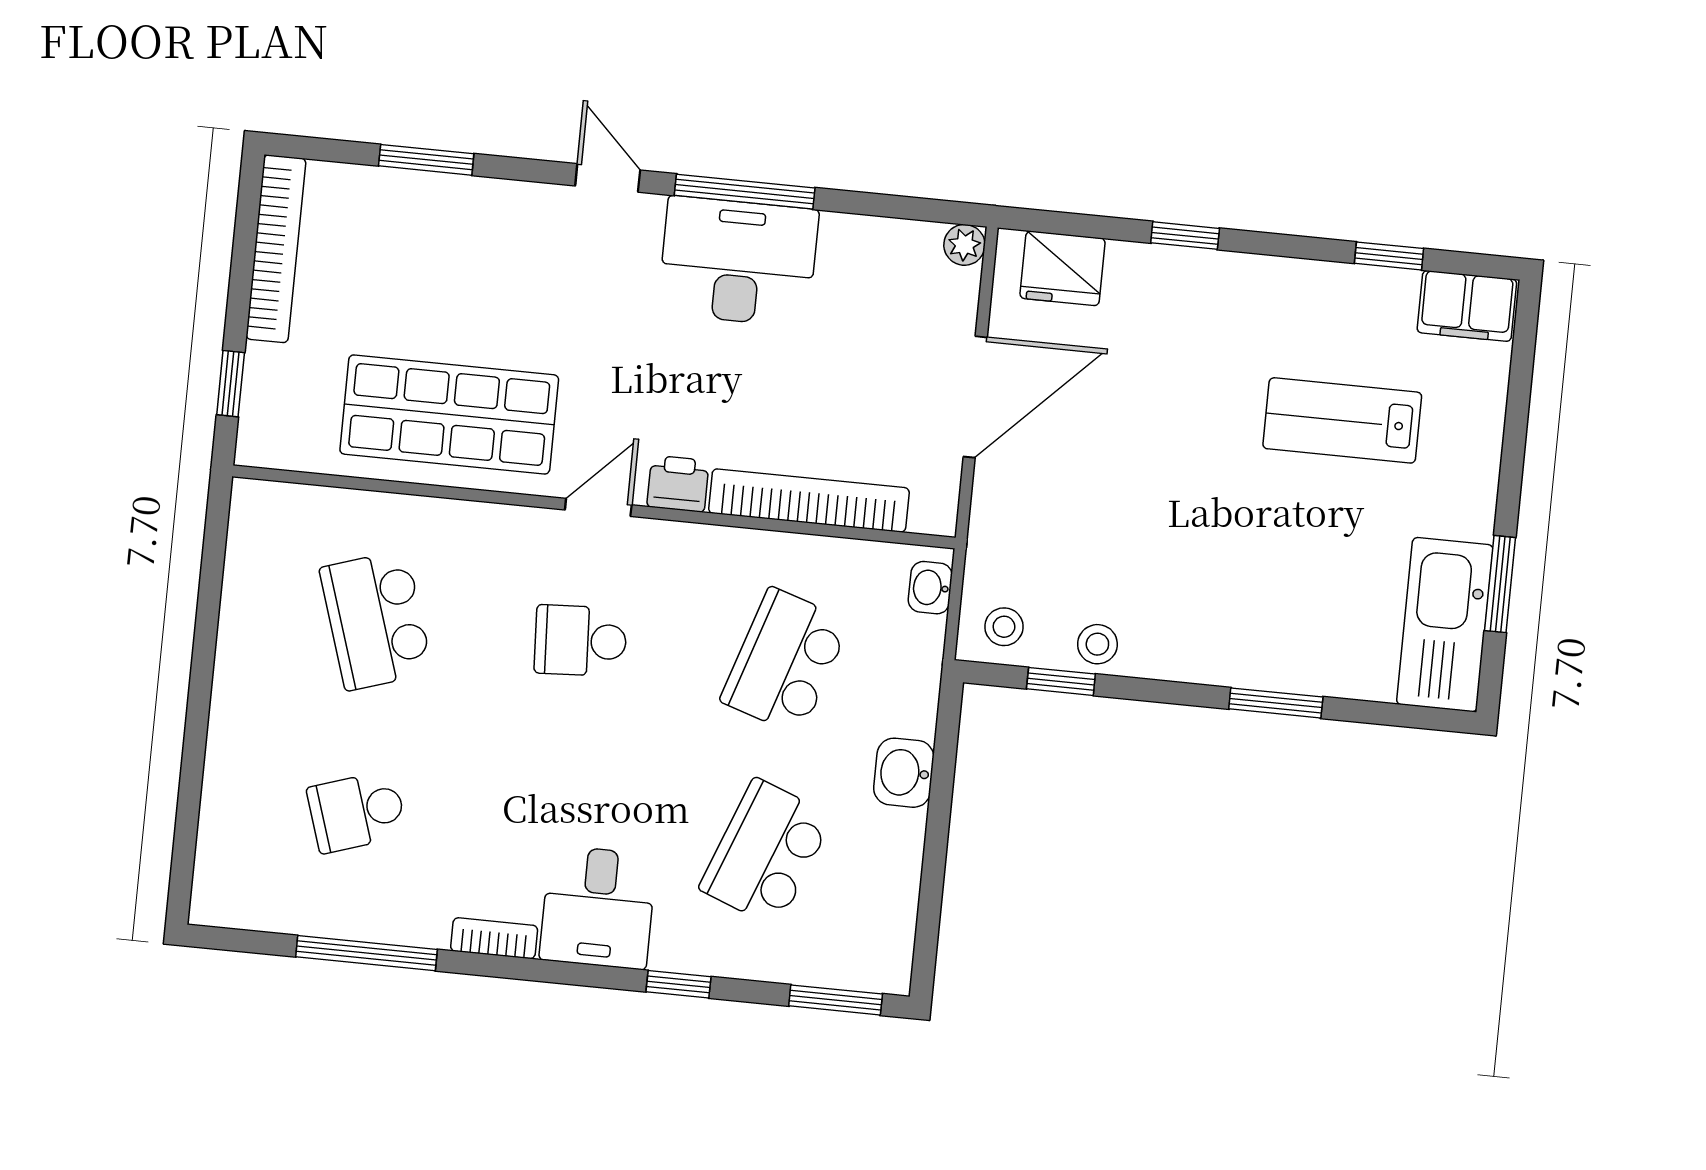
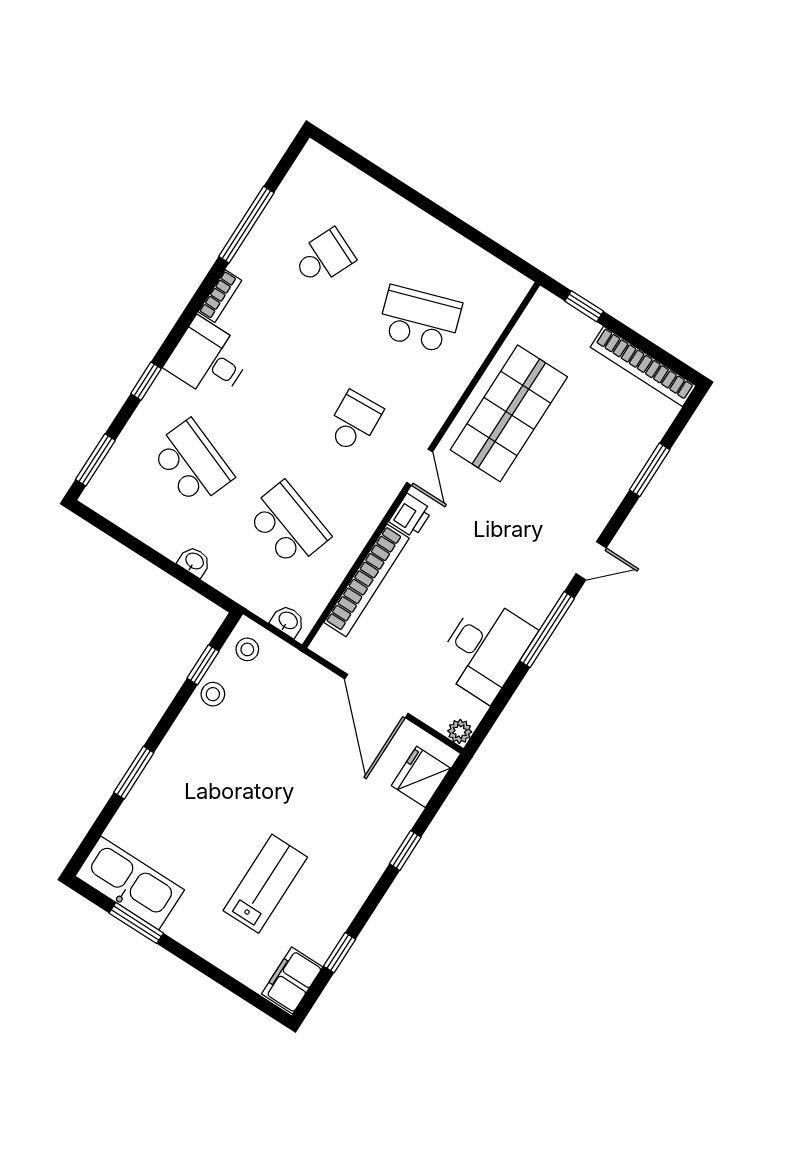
desk: (738, 261) -> (485, 649), moved
washbasin: (904, 773) -> (194, 562), width x0.72, depth x0.69
school desk: (357, 812) -> (324, 258), turned 42

